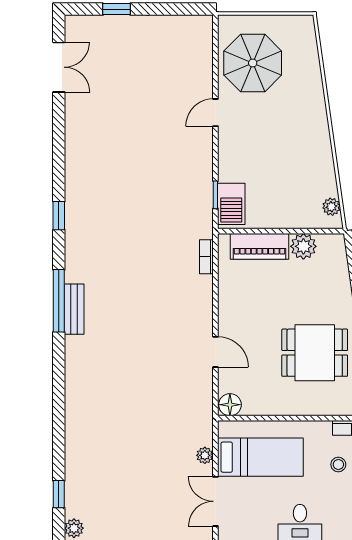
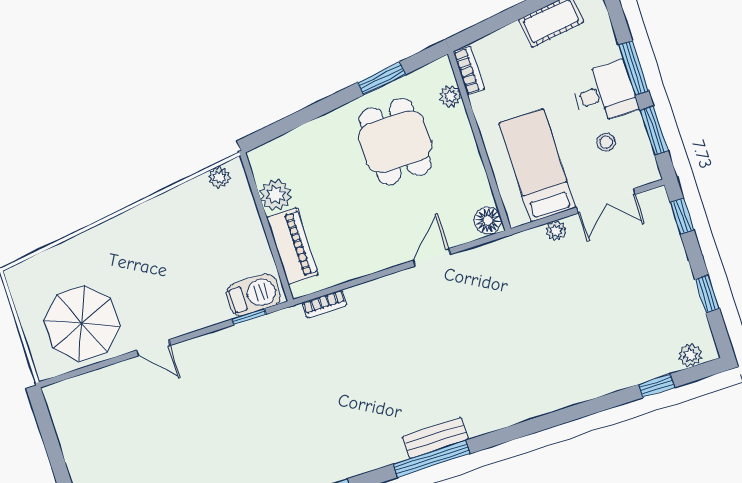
plant: (336, 407) -> (450, 96), added
stool: (338, 464) -> (606, 142), moved

